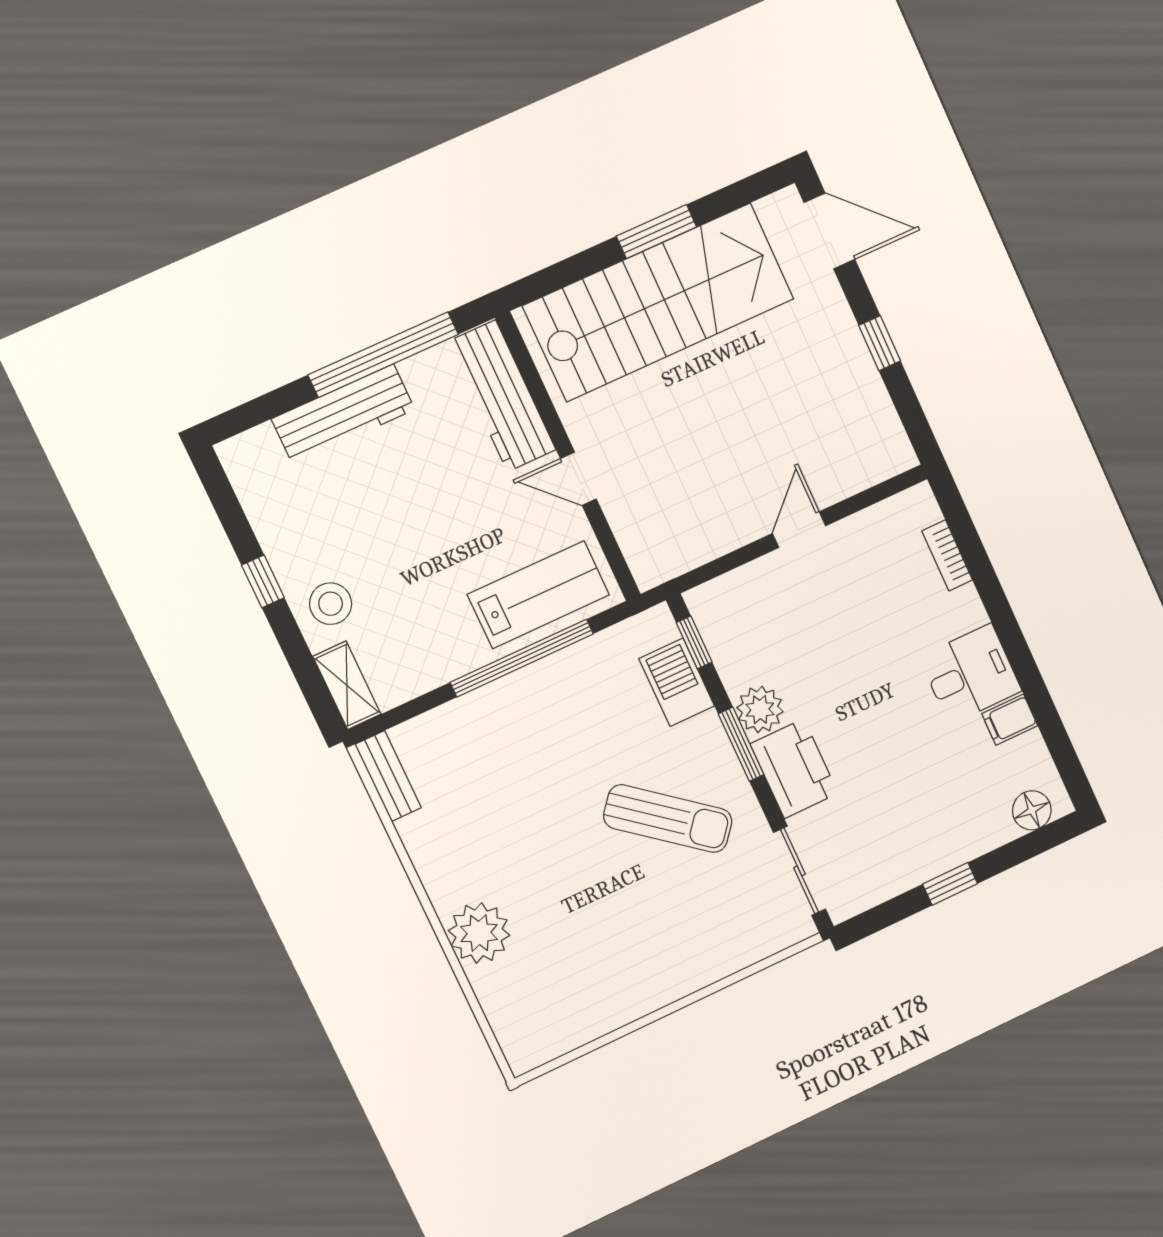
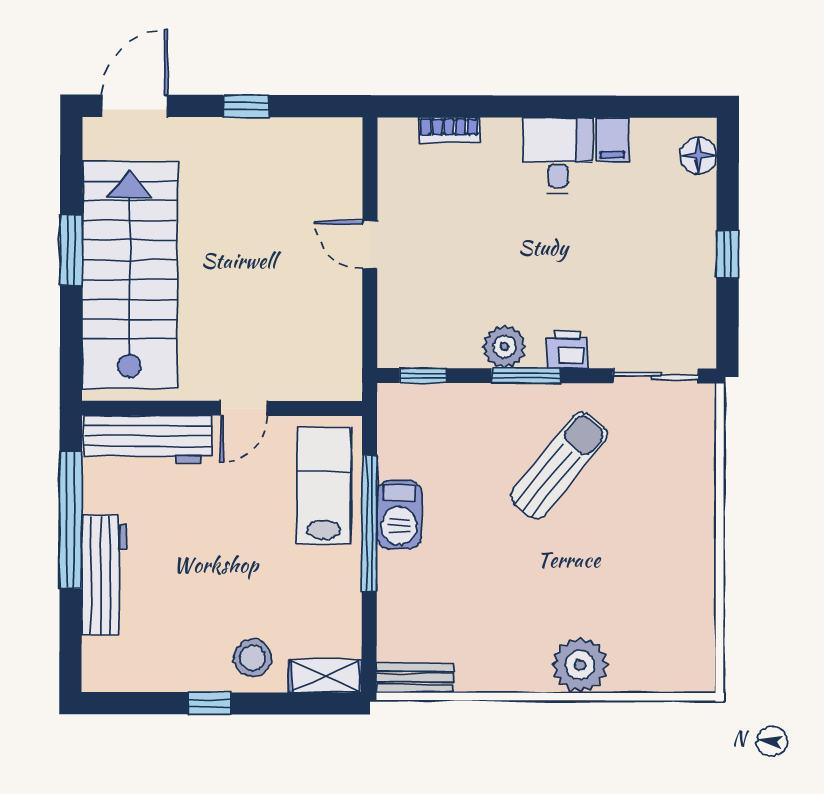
barbecue: (677, 682) -> (399, 515), moved, turned -90
printer: (794, 769) -> (567, 350), width x0.53, depth x0.68

